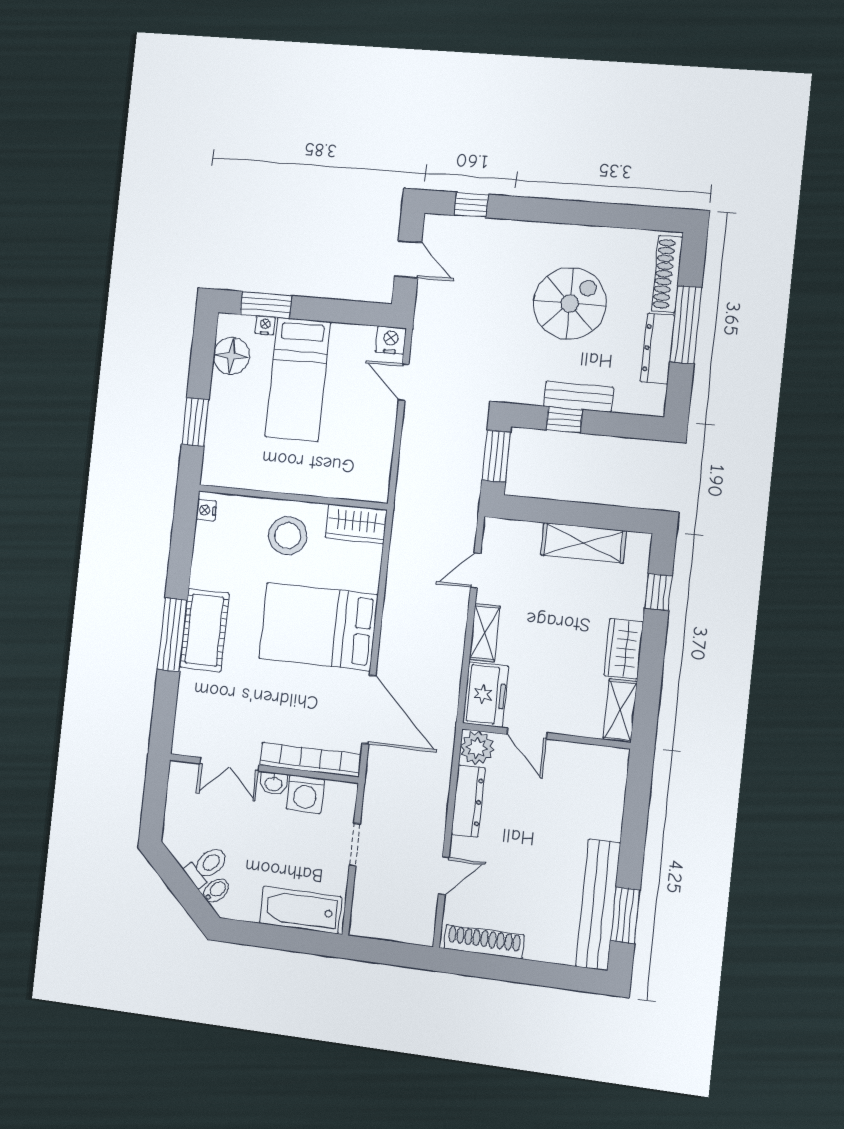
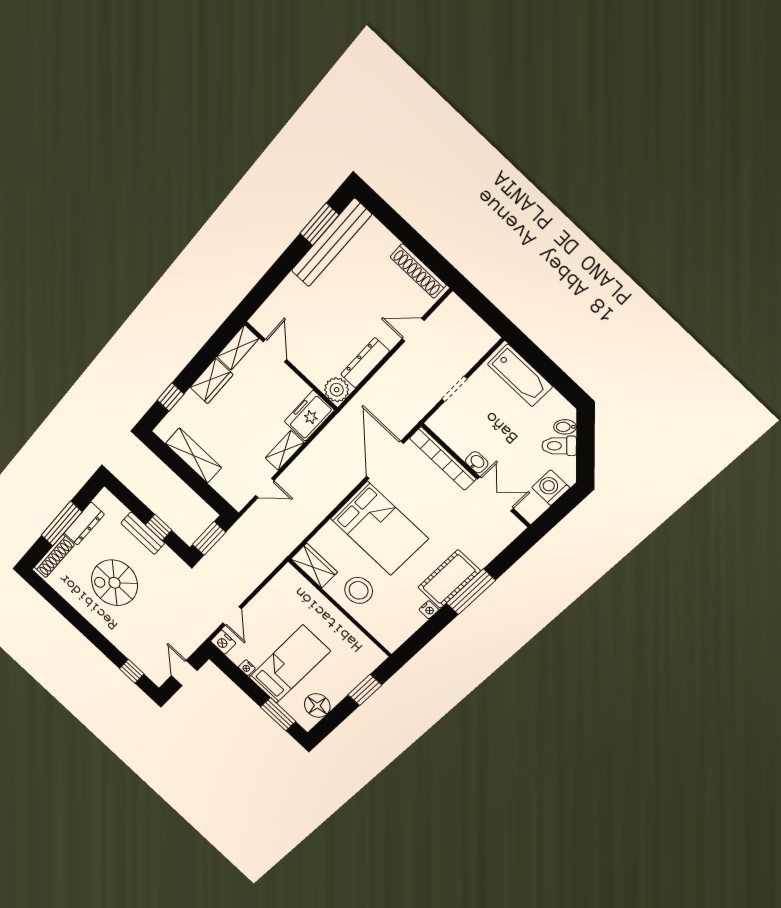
nightstand: (265, 325) -> (247, 668), moved
nightstand: (206, 510) -> (429, 610), moved
door: (527, 734) -> (275, 351), moved
washing machine: (305, 794) -> (551, 488), moved, turned -90

